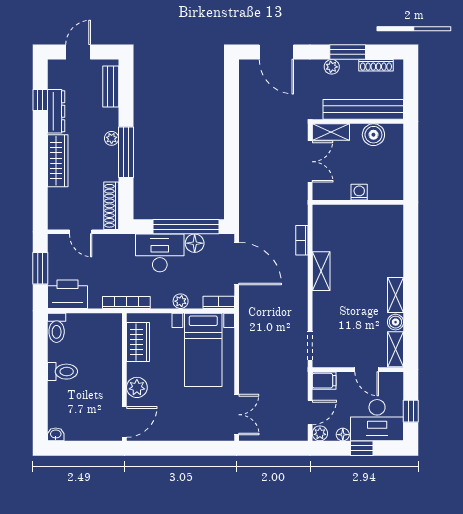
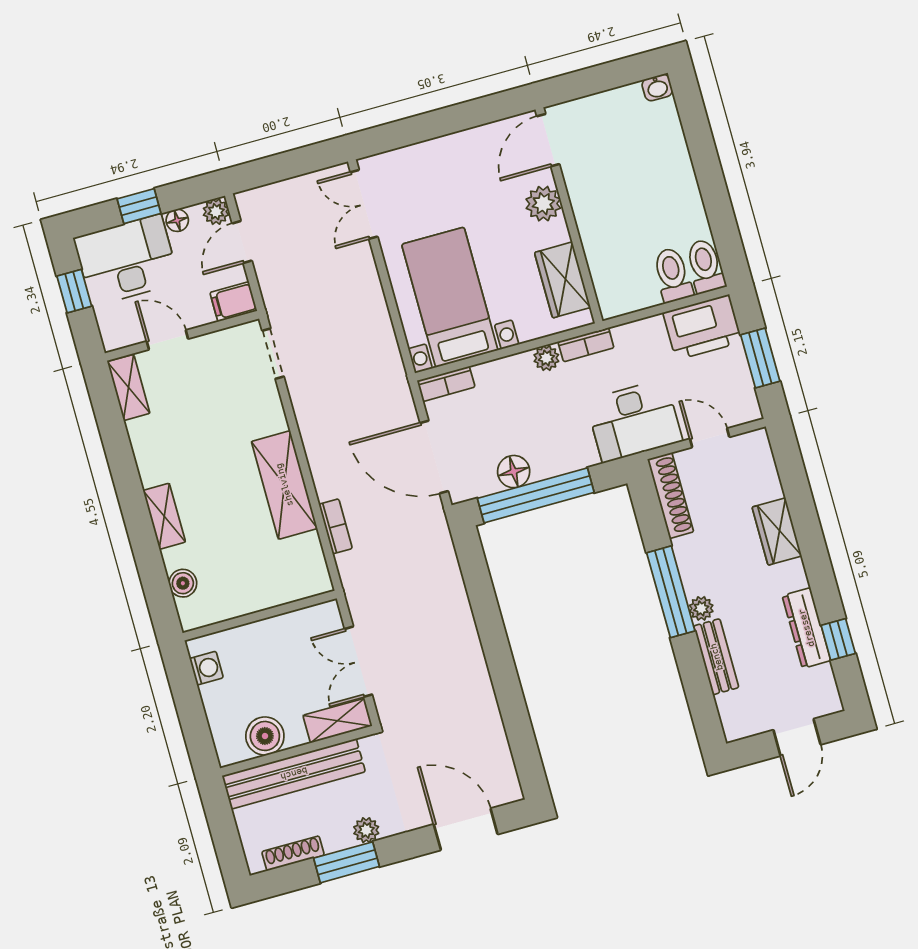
bench: (111, 86) -> (716, 657), moved
wardrobe: (58, 161) -> (777, 531), width x0.67
washing machine: (359, 192) -> (206, 668), moved, turned -90
desk: (160, 253) -> (634, 421), moved
shelving: (321, 271) -> (284, 485), width x1.50, depth x1.33
shelving: (396, 295) -> (164, 516), moved
plant: (181, 301) -> (546, 358), moved
bookcase: (126, 303) -> (586, 345), width x0.64
boiler: (396, 322) -> (183, 583), moved
toilet: (63, 372) -> (673, 275), moved, turned 90

